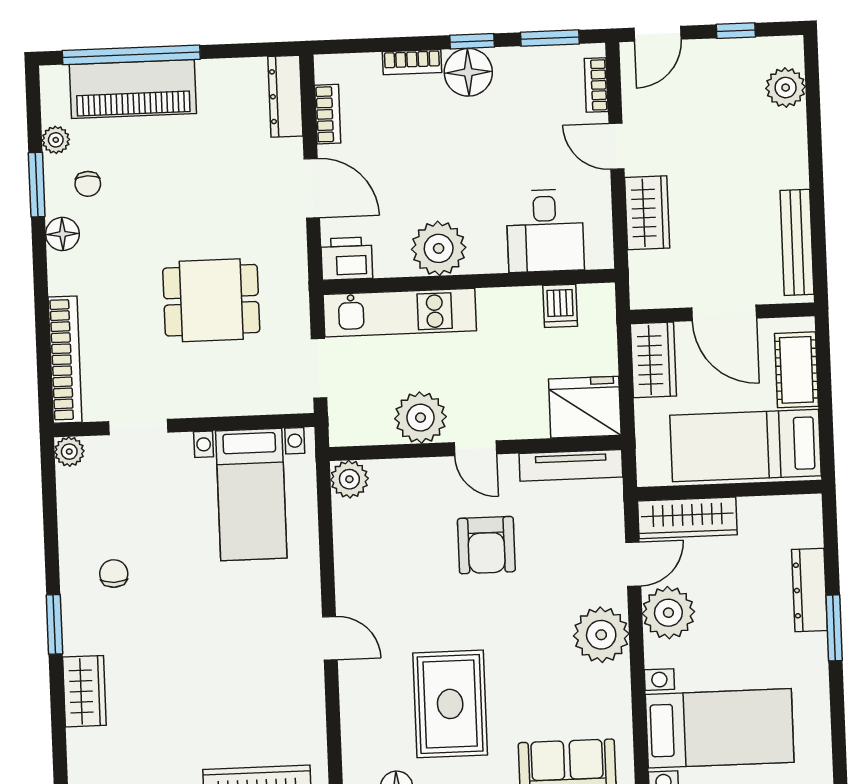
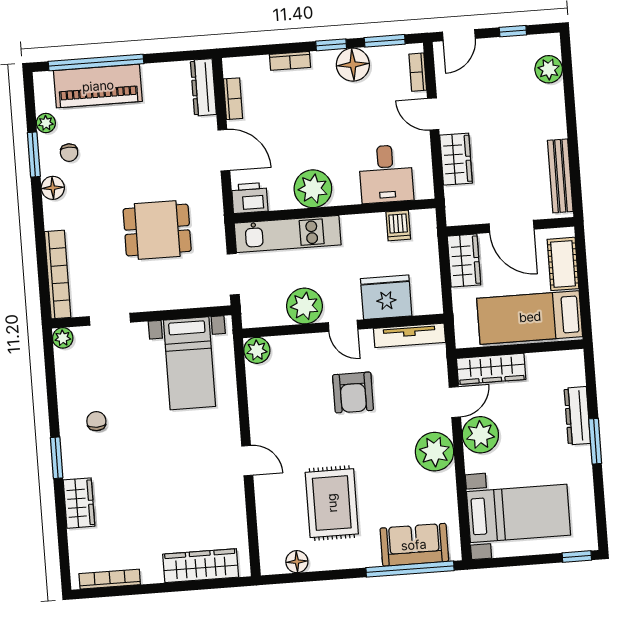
floor lamp: (468, 72) -> (353, 65), moved
fridge: (585, 407) -> (386, 297), moved

